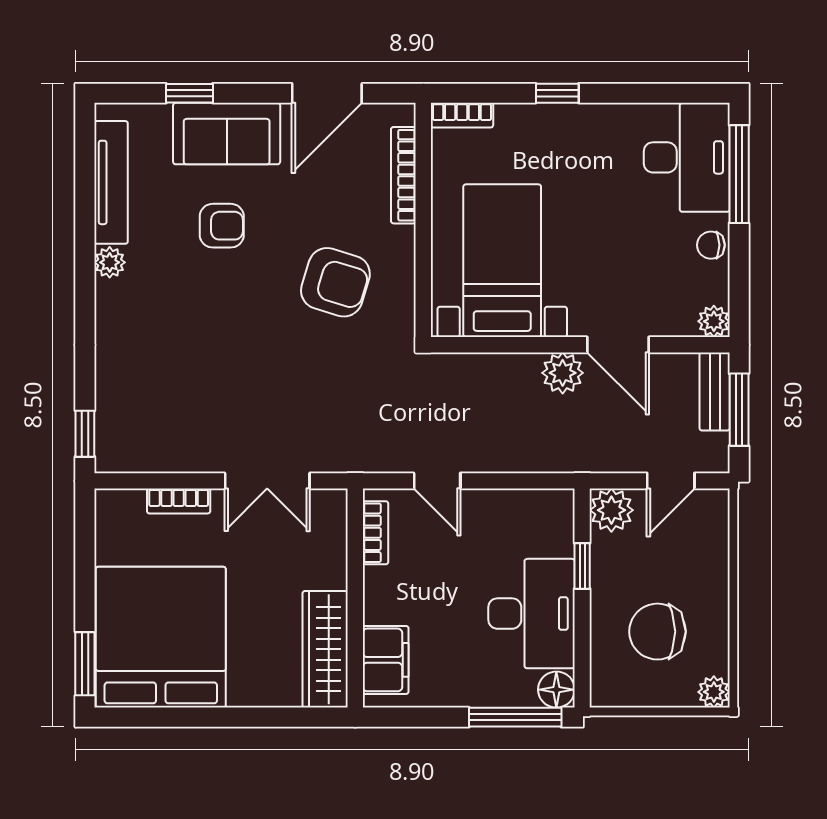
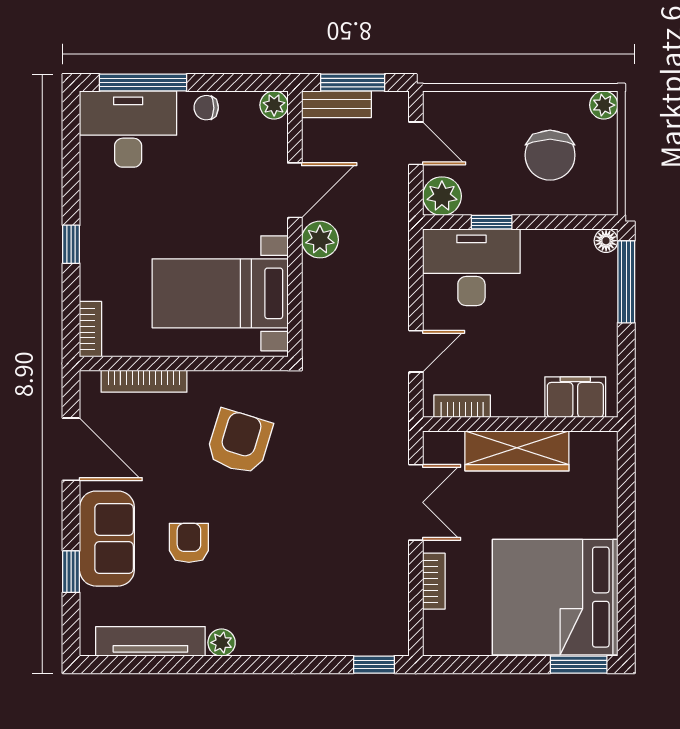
chair: (711, 245) -> (206, 108), turned 91
desk: (532, 614) -> (471, 267), moved
wardrobe: (325, 649) -> (517, 451), moved
floor lamp: (556, 690) -> (606, 241), width x0.73, depth x0.73

